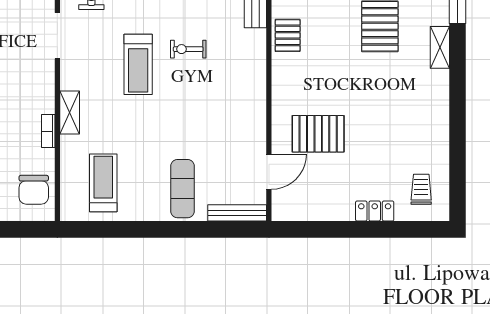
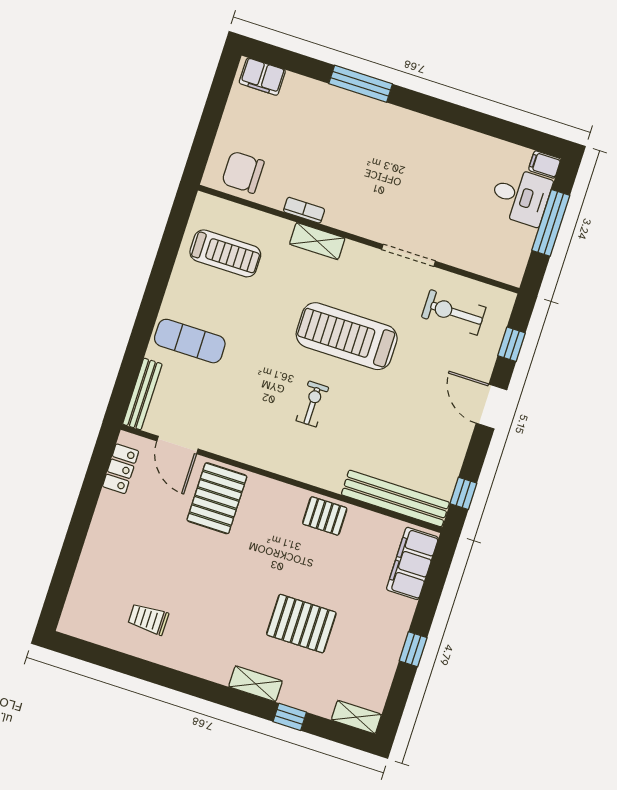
exercise bike: (188, 49) -> (312, 404), moved
treadmill: (138, 64) -> (347, 336), width x1.37, depth x1.38
pallet: (318, 134) -> (217, 498), moved
trolley: (421, 189) -> (148, 619), moved, turned 180
locker: (375, 211) -> (121, 469), moved

